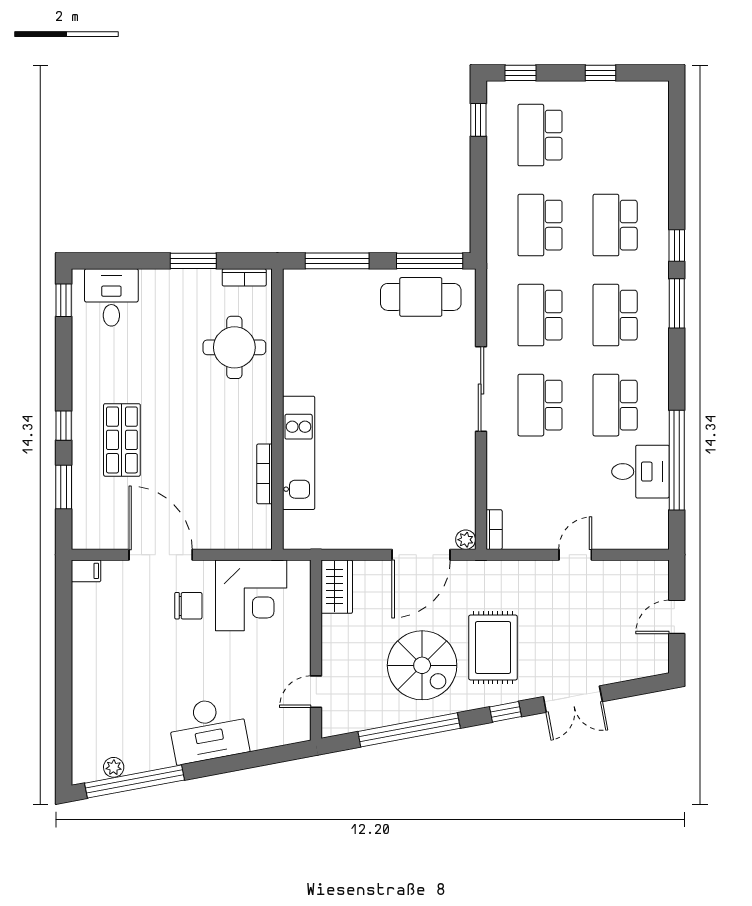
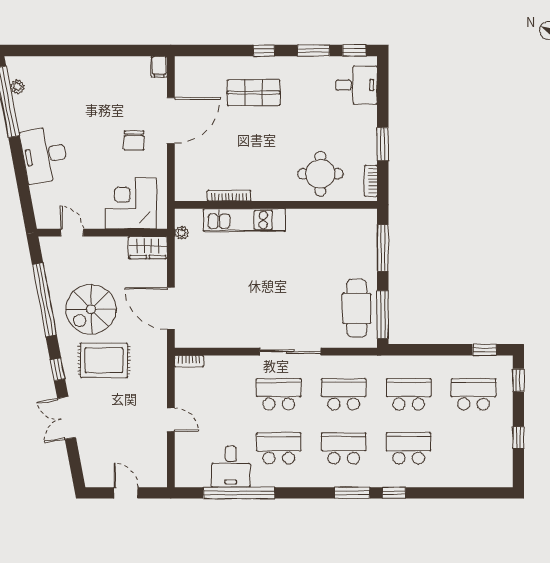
window: (64, 487) -> (314, 51), moved
plant: (466, 540) -> (182, 233), moved
corner desk: (251, 595) -> (131, 203), moved, turned 90

